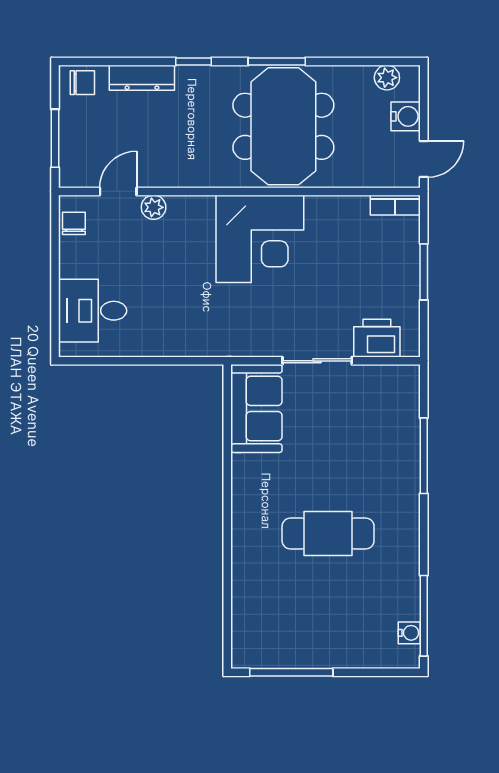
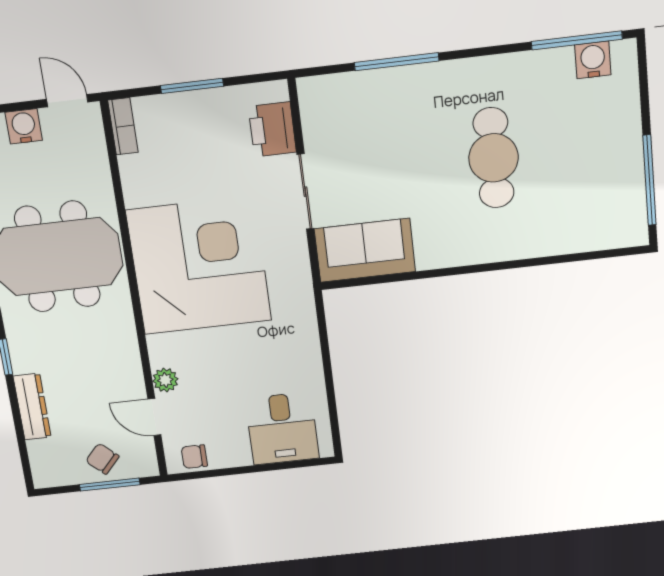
chair: (82, 83) -> (102, 459), moved, turned -48
corner desk: (260, 239) -> (199, 266), width x1.36, depth x1.36
water cooler: (409, 633) -> (593, 60), width x1.38, depth x1.38

